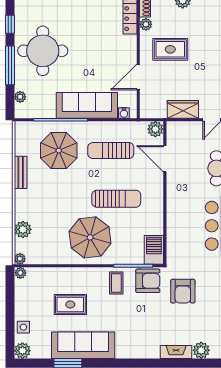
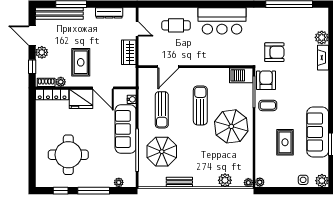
fridge: (125, 50) -> (81, 99), added
round table: (43, 51) -> (68, 155), moved
plant: (155, 129) -> (145, 74), removed

